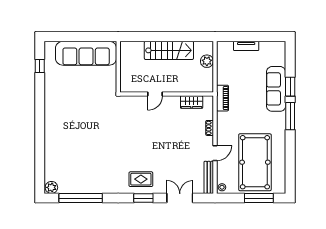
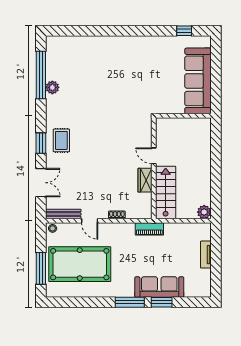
stairs: (169, 50) -> (166, 192), moved, turned 180
plant: (207, 61) -> (204, 212), moved
wardrobe: (192, 102) -> (145, 180), moved
plant: (51, 187) -> (52, 87), moved

